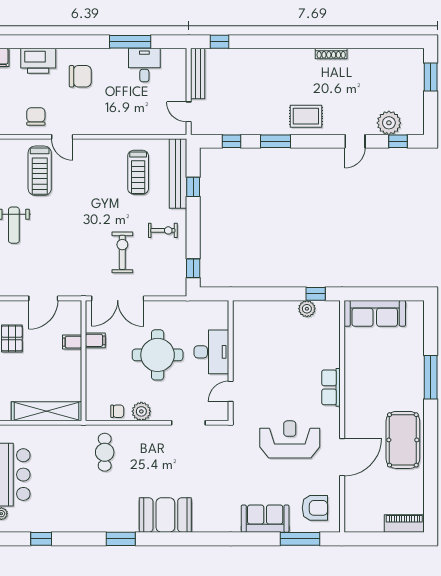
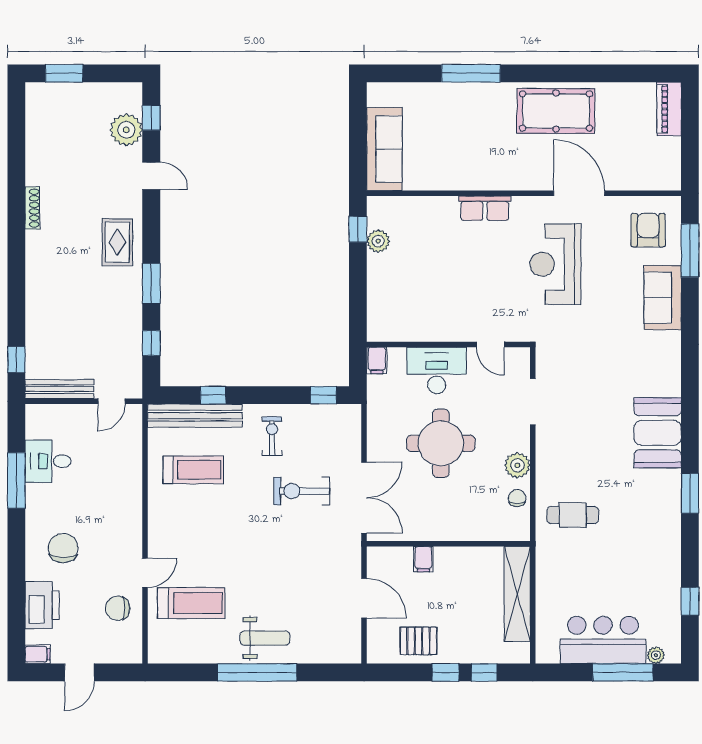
filing cabinet: (95, 340) -> (377, 360), moved, turned 180

